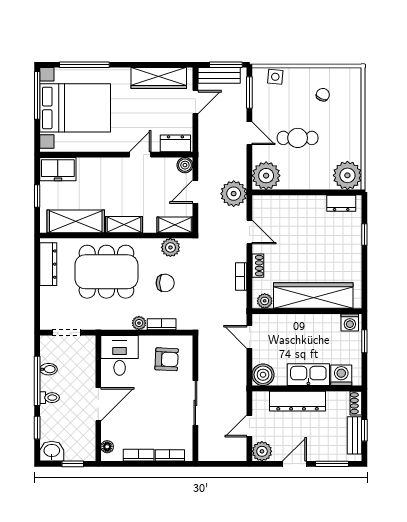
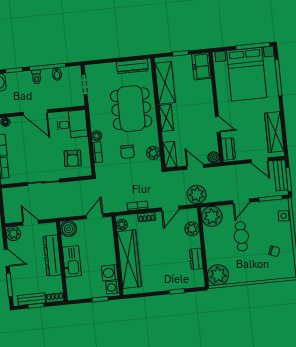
dresser: (341, 203) -> (196, 259), moved
plant: (280, 205) -> (192, 229), added
washing machine: (341, 375) -> (110, 273), moved, turned 180

